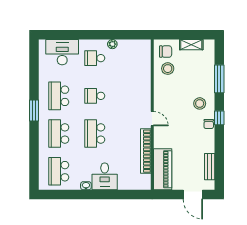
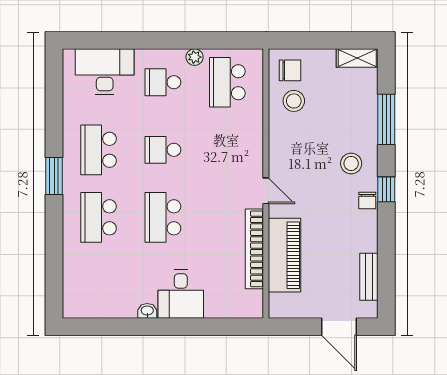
shelving: (191, 45) -> (357, 58), moved
piano: (163, 169) -> (285, 255), moved
school desk: (59, 171) -> (227, 82), moved

